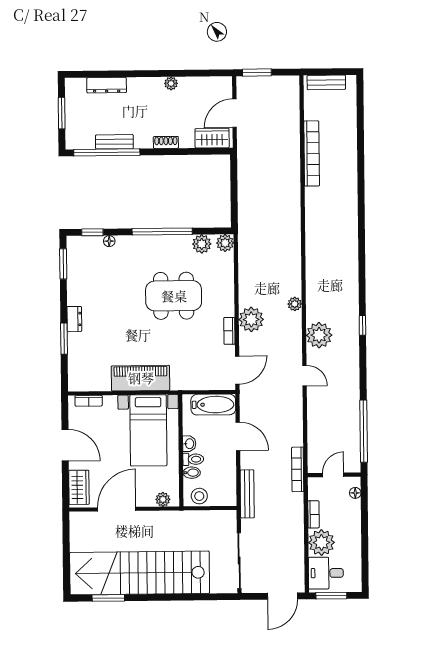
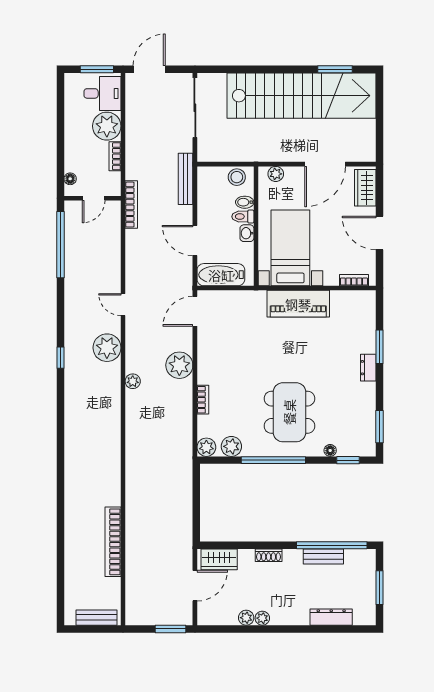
plant: (186, 84) -> (246, 618), added
dining table: (174, 296) -> (289, 412), moved, turned 90
bookcase: (229, 331) -> (203, 400), moved

